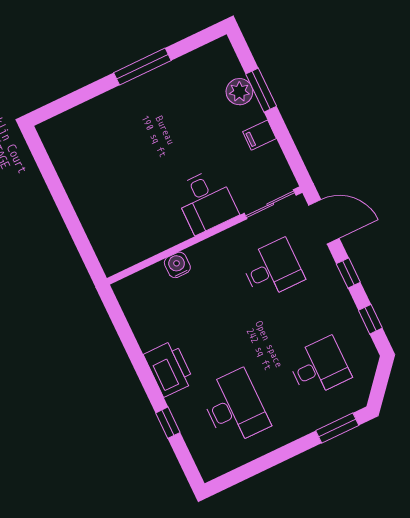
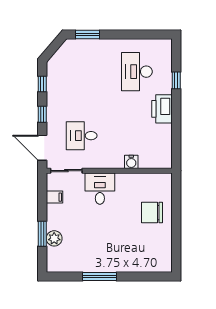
filing cabinet: (260, 135) -> (55, 197), moved
chair: (109, 203) -> (152, 212), added
desk: (319, 367) -> (82, 72), removed

